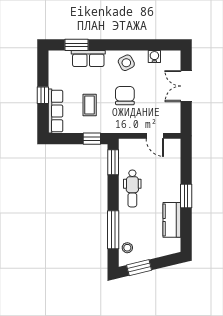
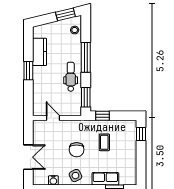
window: (43, 95) -> (141, 134), moved
row of seats: (56, 111) -> (131, 138), removed
window: (113, 230) -> (86, 57), moved

